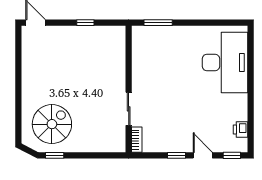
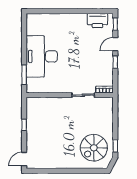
desk: (225, 62) -> (42, 56), moved, turned -90
spiral stairs: (52, 124) -> (94, 148), turned -90
printer: (241, 129) -> (97, 21), width x1.87, depth x1.48

